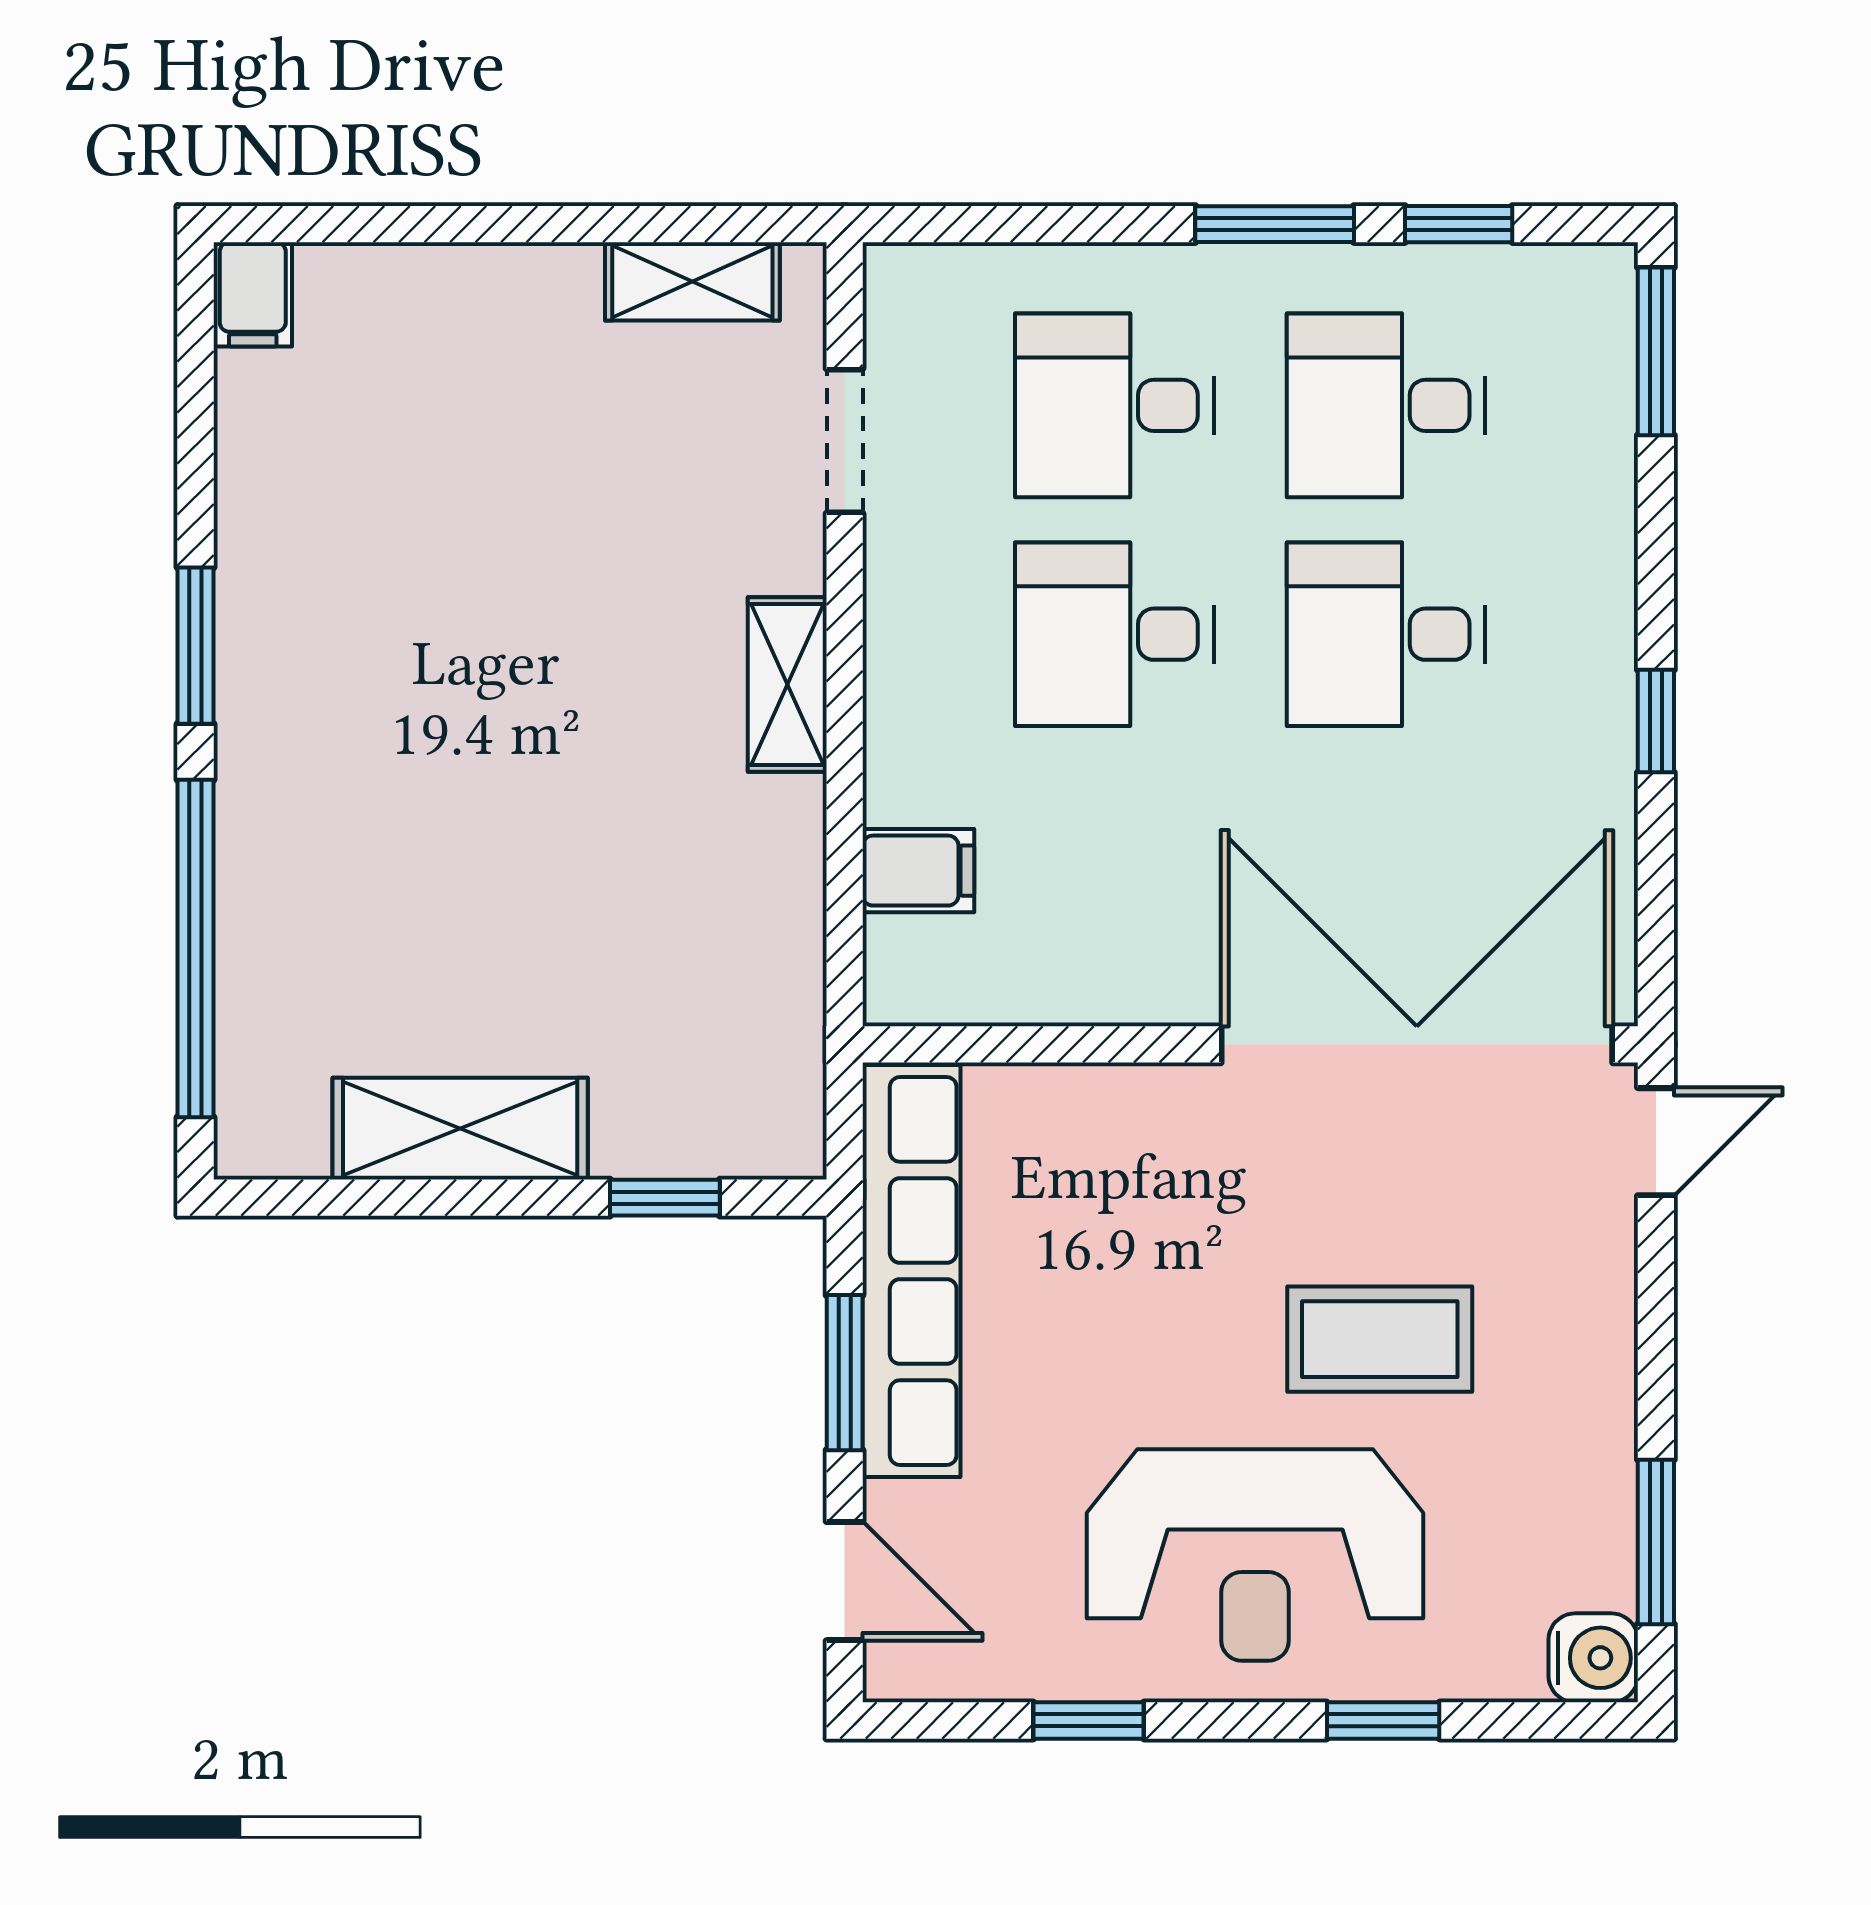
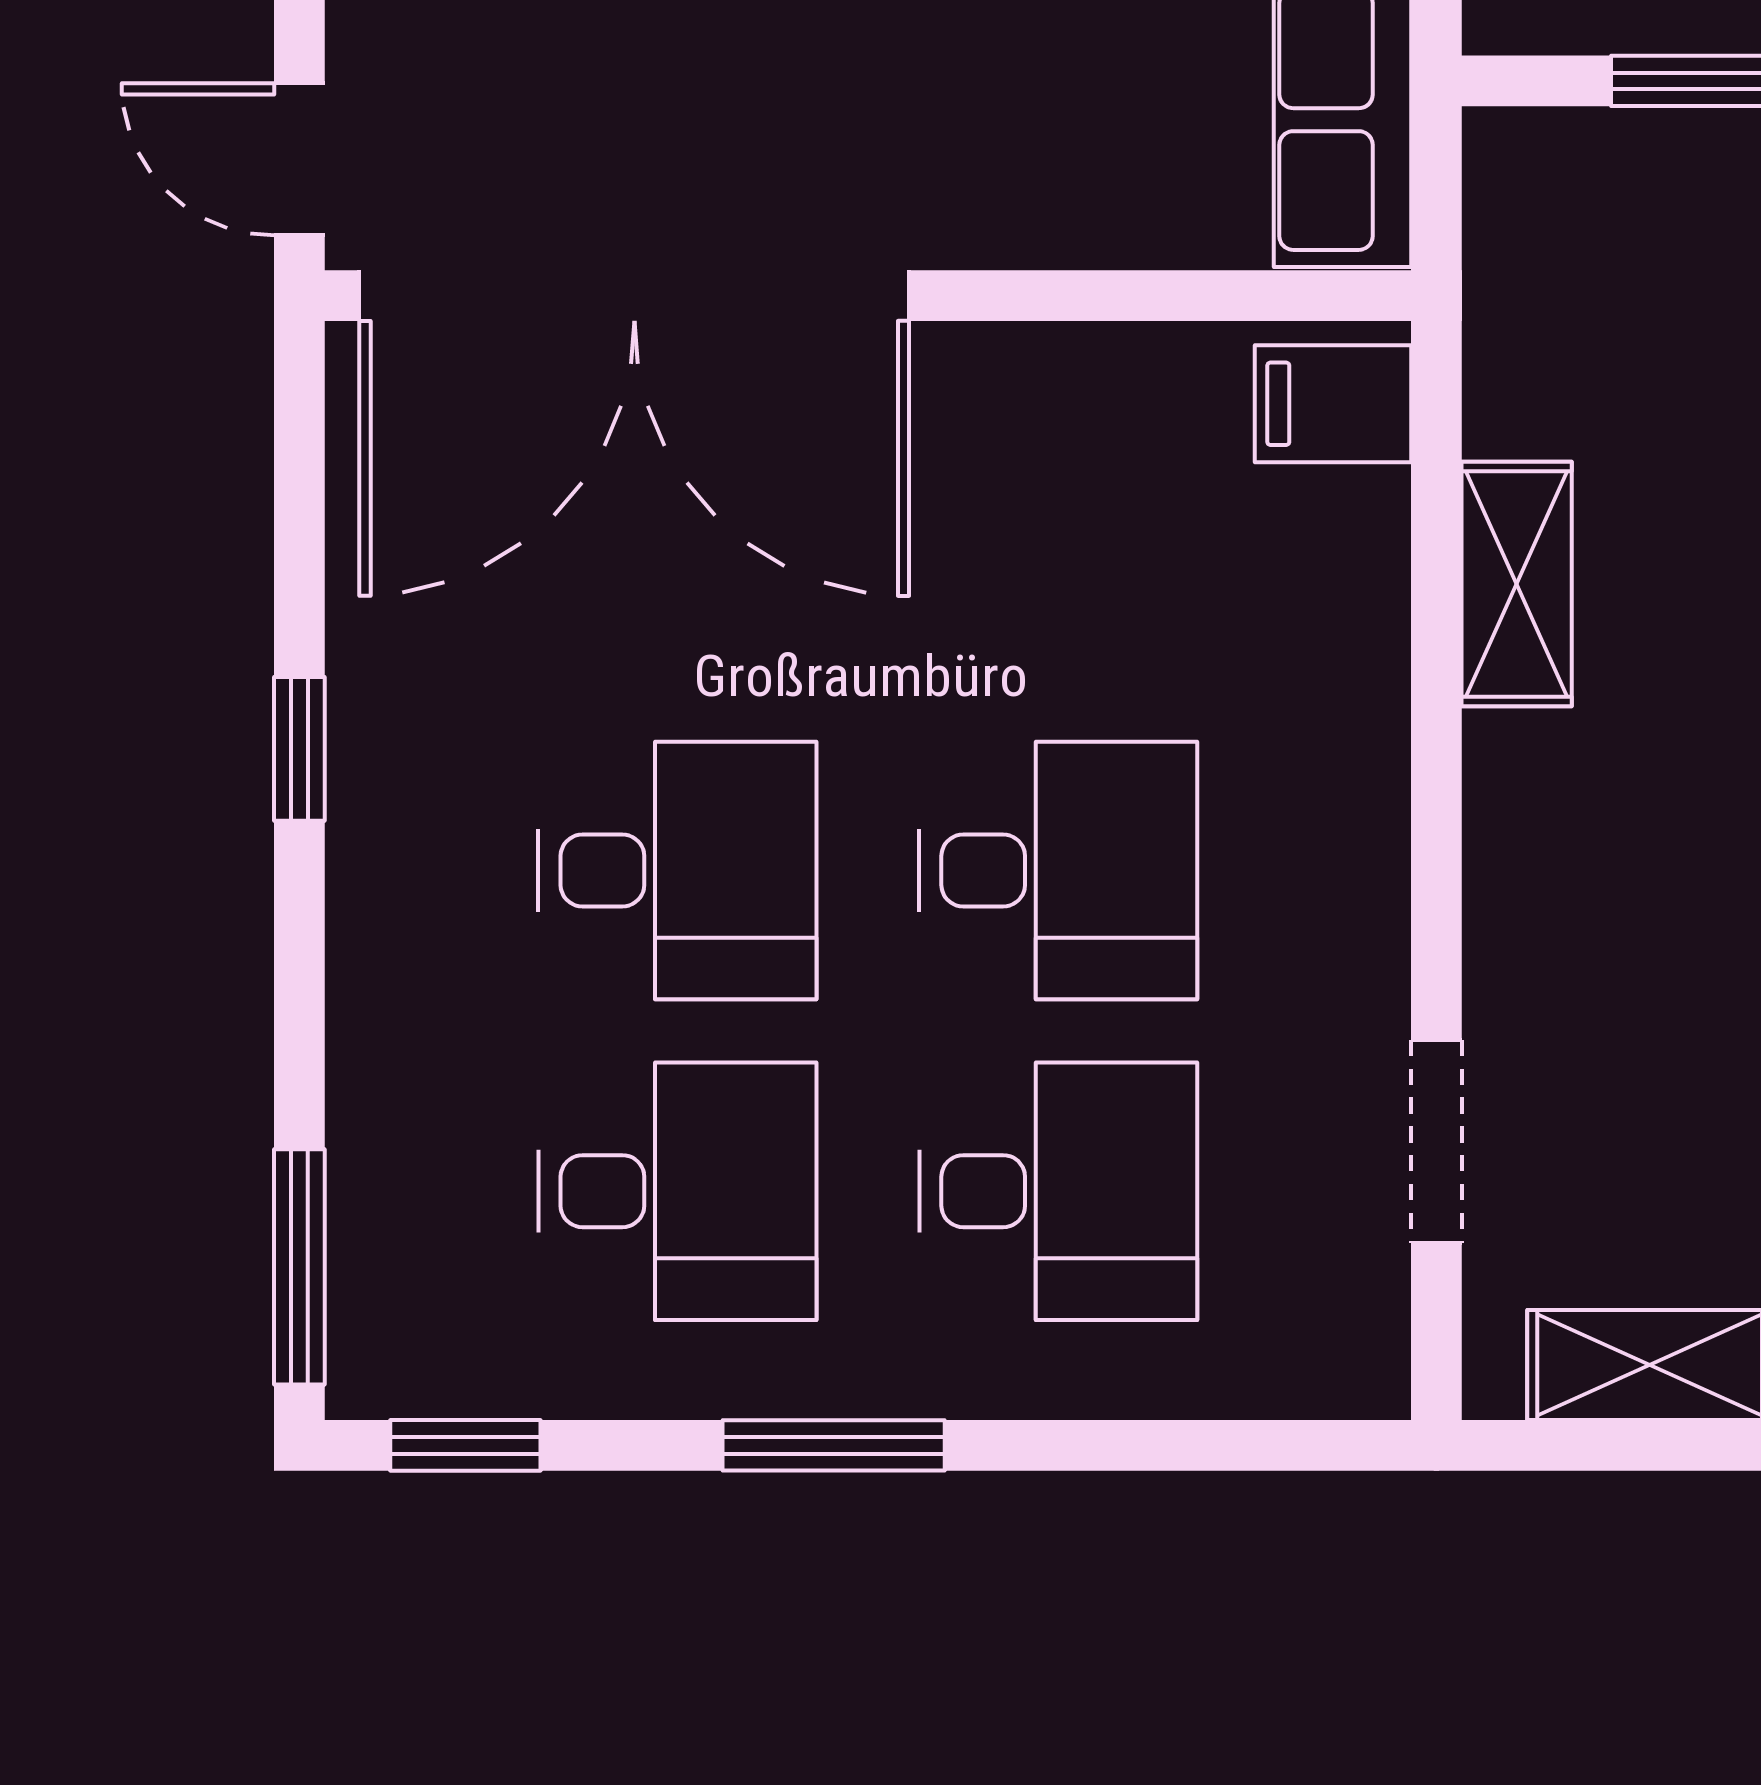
window: (1459, 224) -> (465, 1445), moved
shelving: (787, 684) -> (1517, 584), moved
filing cabinet: (918, 871) -> (1333, 404), moved
door: (1656, 1142) -> (299, 159), hinge flipped

